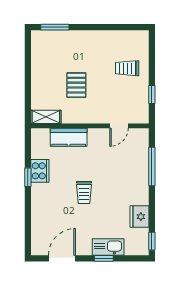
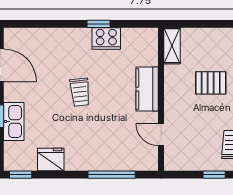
window: (152, 95) -> (214, 175), moved
kitchen counter: (69, 137) -> (147, 89), moved
trolley: (84, 192) -> (80, 92), turned -96

